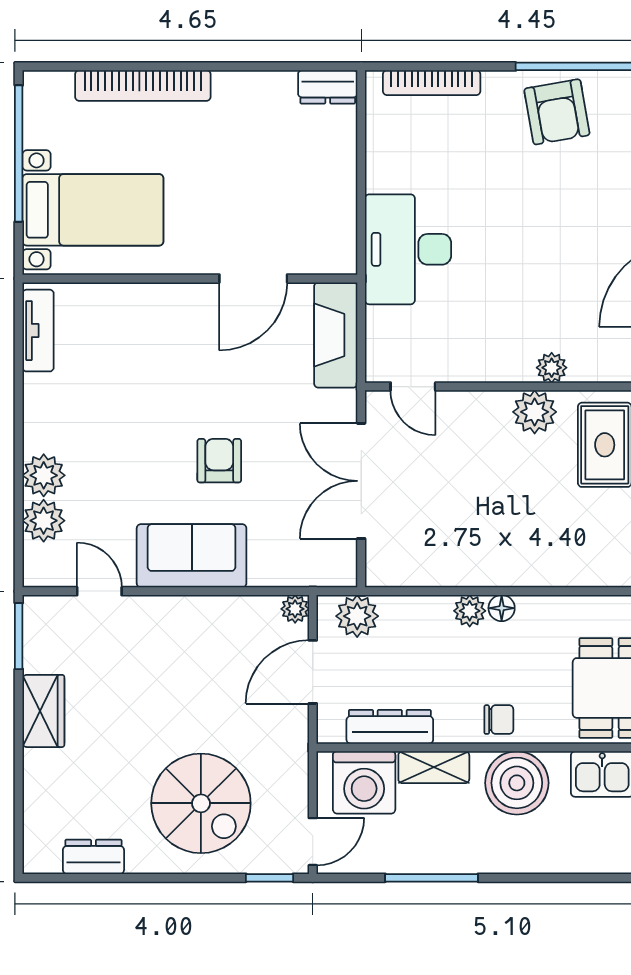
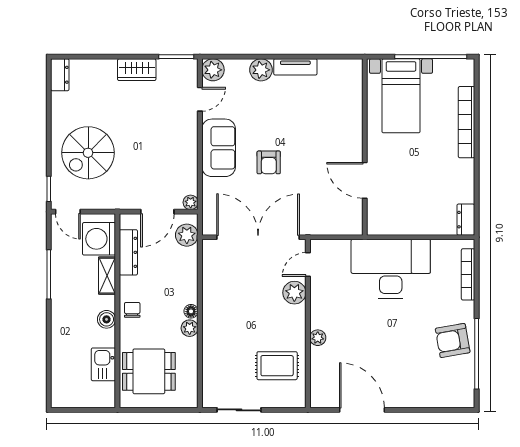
desk: (408, 249) -> (391, 269), width x1.36, depth x1.30
tv unit: (38, 331) -> (295, 67), moved
fireplace: (336, 335) -> (335, 224), removed
plant: (535, 412) -> (294, 293), moved
armchair: (219, 461) -> (269, 162), turned 90
double door: (361, 481) -> (258, 237), width x1.36
plant: (44, 521) -> (213, 70), moved
plant: (470, 611) -> (190, 328), moved
door: (313, 672) -> (157, 212), swing flipped
chair: (499, 720) -> (132, 310), turned 180
boiler: (517, 783) -> (107, 319), width x0.54, depth x0.54
dresser: (93, 857) -> (60, 75), moved

